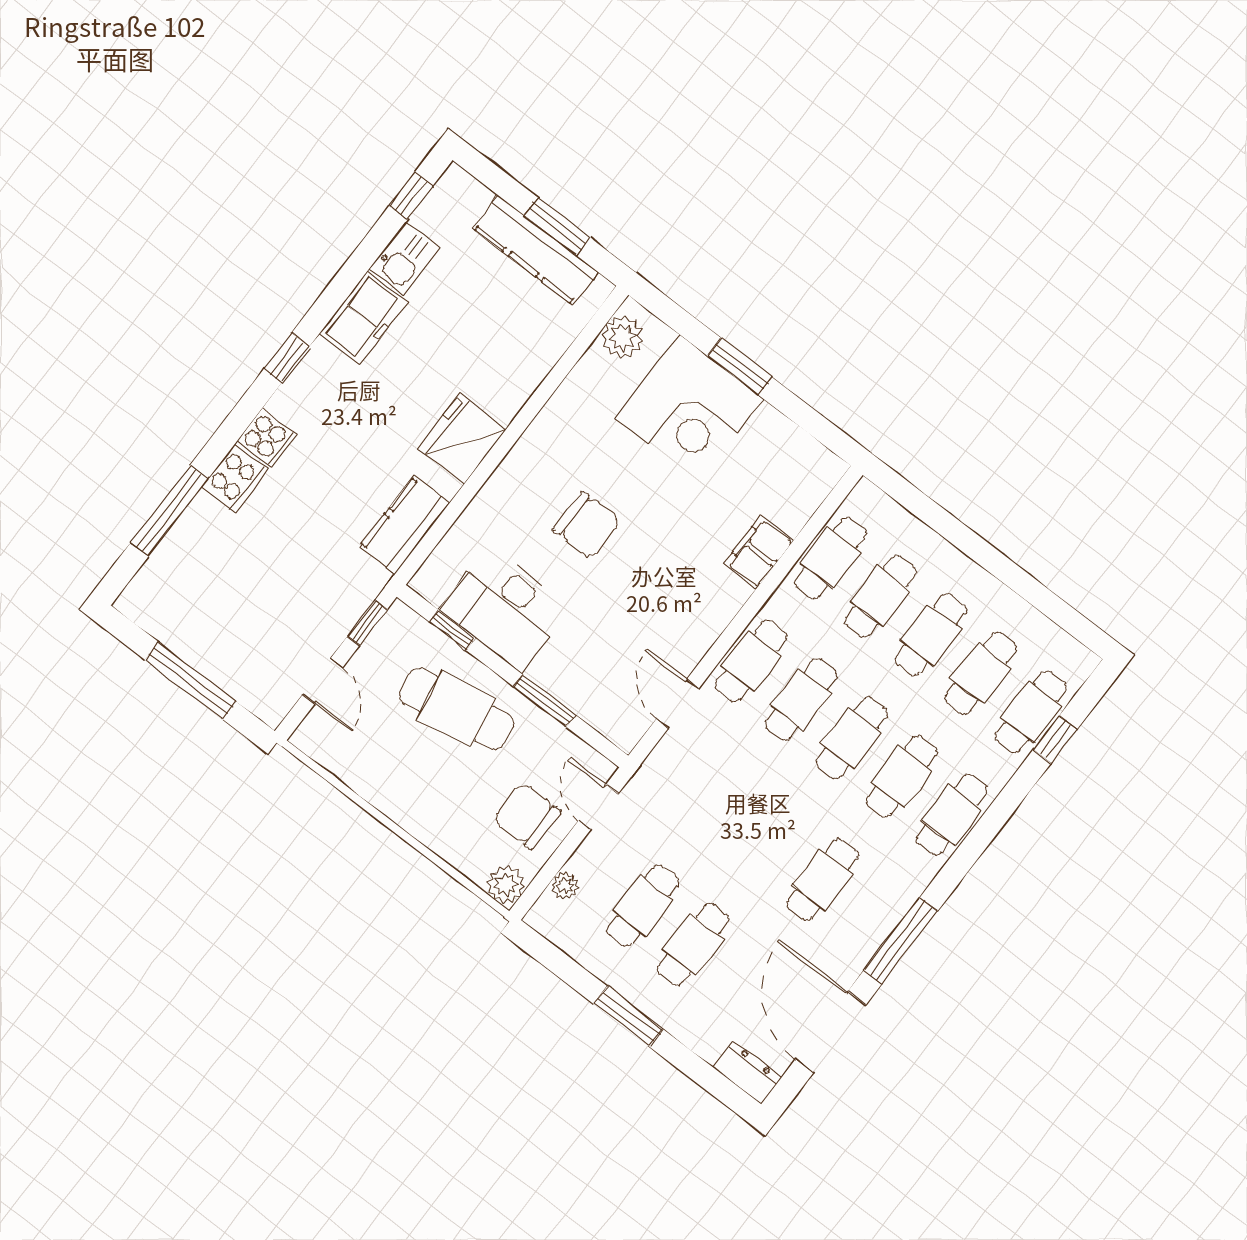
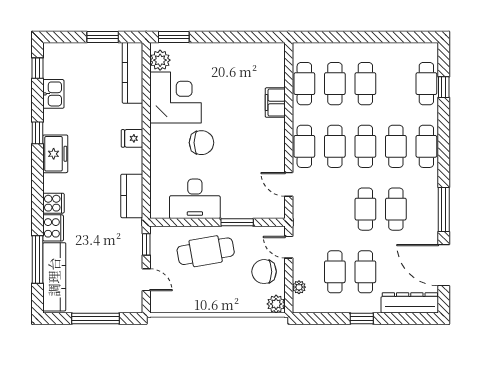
kitchen counter: (535, 250) -> (132, 73), moved, turned 90
freezer: (364, 318) -> (55, 154), moved
window: (287, 358) -> (38, 133), moved
window: (740, 366) -> (174, 37), moved
corner desk: (689, 409) -> (175, 98), moved, turned -90
fridge: (462, 439) -> (132, 138), width x0.53, depth x0.75
kitchen counter: (175, 560) -> (54, 277), added
window: (452, 630) -> (181, 222), removed
cafe table: (981, 673) -> (365, 209), moved
window: (628, 1016) -> (362, 318), width x0.67
dresser: (748, 1072) -> (410, 303), width x1.96, depth x1.24

